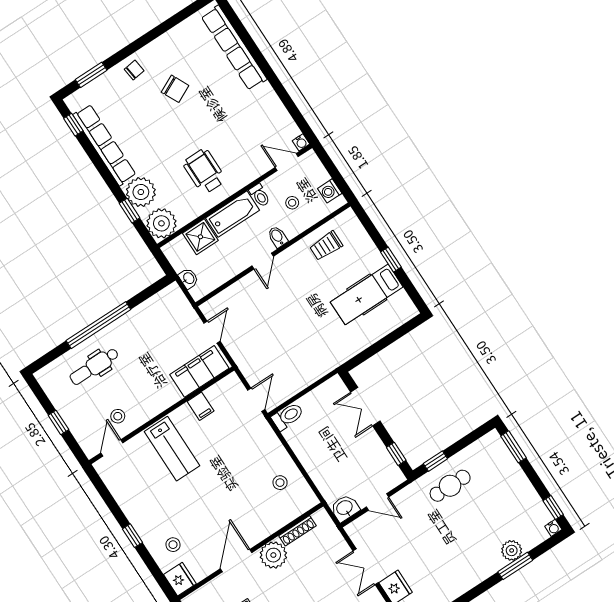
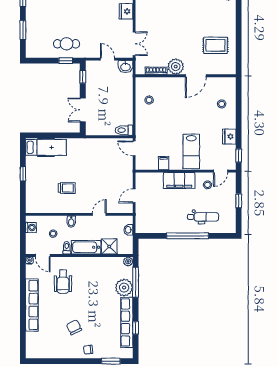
row of seats: (234, 48) -> (32, 305), moved
window: (73, 125) -> (136, 328), moved
wheelchair: (204, 171) -> (63, 282), moved
window: (130, 211) -> (136, 282), width x2.17
plant: (161, 223) -> (128, 261), width x0.53, depth x0.53
trolley: (326, 246) -> (67, 188), moved
door: (263, 261) -> (99, 214), moved
hospital bed: (367, 294) -> (46, 147), moved
filing cabinet: (199, 371) -> (179, 181), moved
door: (256, 400) -> (134, 148), hinge flipped
double door: (365, 407) -> (83, 110), swing flipped
window: (513, 447) -> (23, 30), moved
lab bench: (172, 449) -> (191, 151), turned 180
window: (132, 536) -> (239, 156), moved
double door: (366, 567) -> (134, 44), moved
fridge: (180, 579) -> (229, 137), moved

